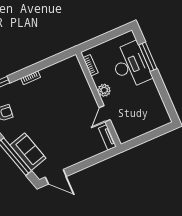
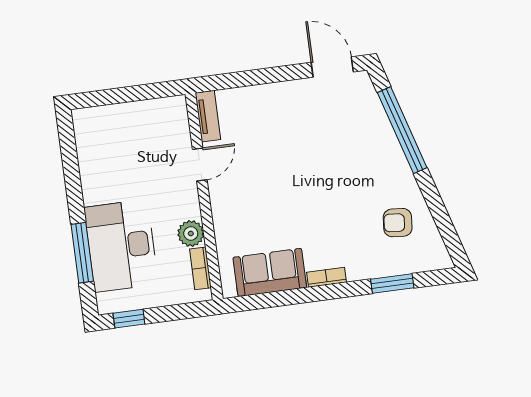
window: (117, 32) -> (129, 319), added
plant: (104, 90) -> (191, 233), moved
sofa: (28, 152) -> (270, 272), moved, turned 107

